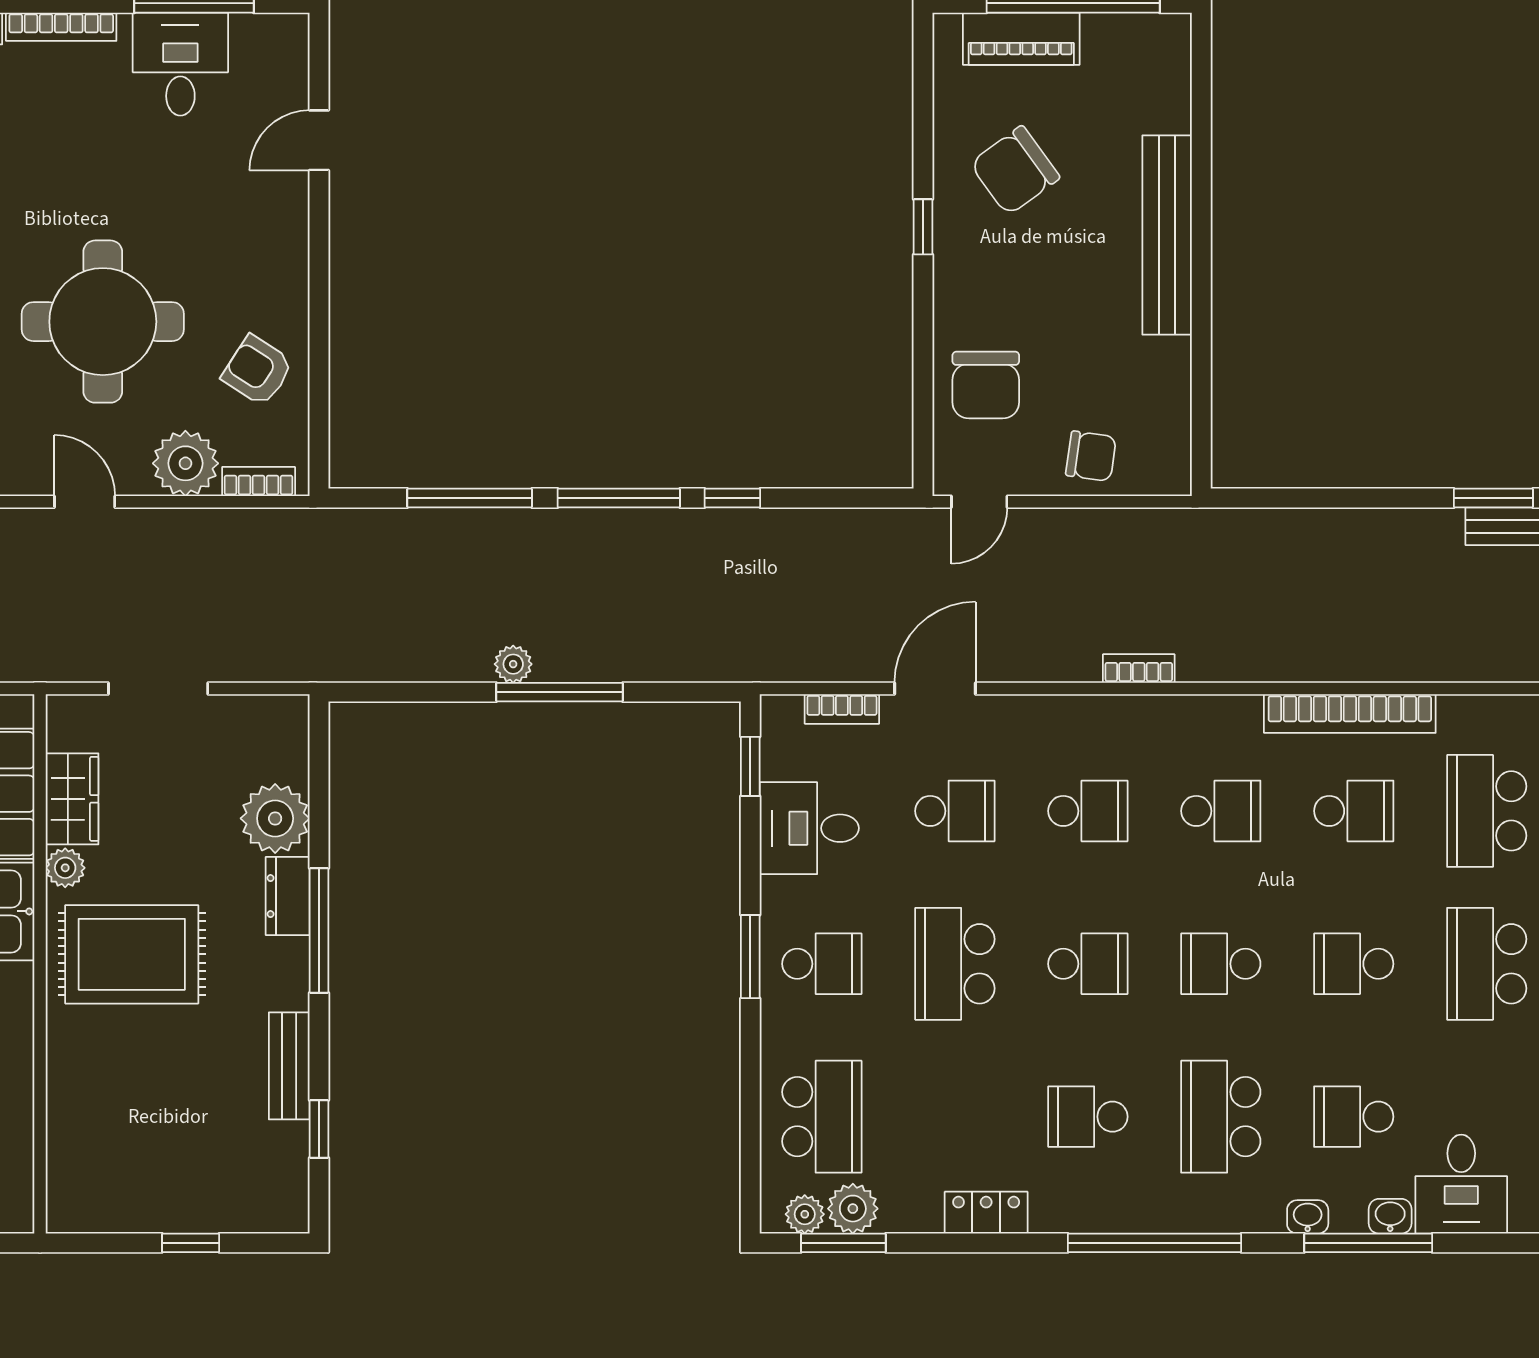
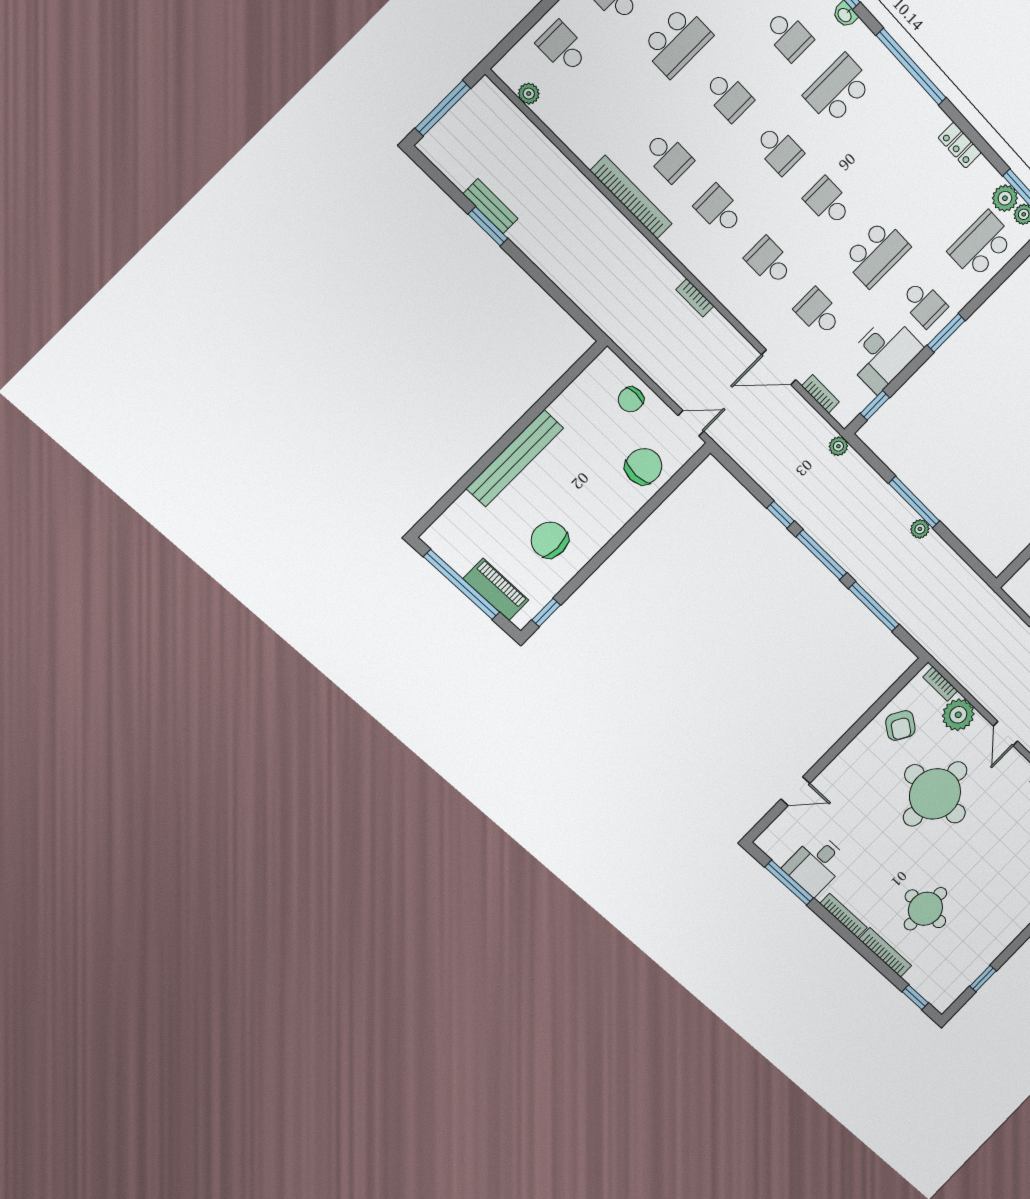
chair: (1015, 170) -> (550, 540), turned -144
window: (923, 227) -> (546, 612), moved
chair: (1091, 456) -> (631, 399), turned -98
plant: (745, 664) -> (838, 446), added
school desk: (1354, 811) -> (668, 157), turned 180
school desk: (1487, 811) -> (616, 103), removed
desk: (809, 828) -> (884, 354), width x1.37
school desk: (822, 964) -> (924, 304), turned 180
school desk: (1088, 1117) -> (887, 142), removed
school desk: (1221, 1117) -> (838, 89), turned 180

